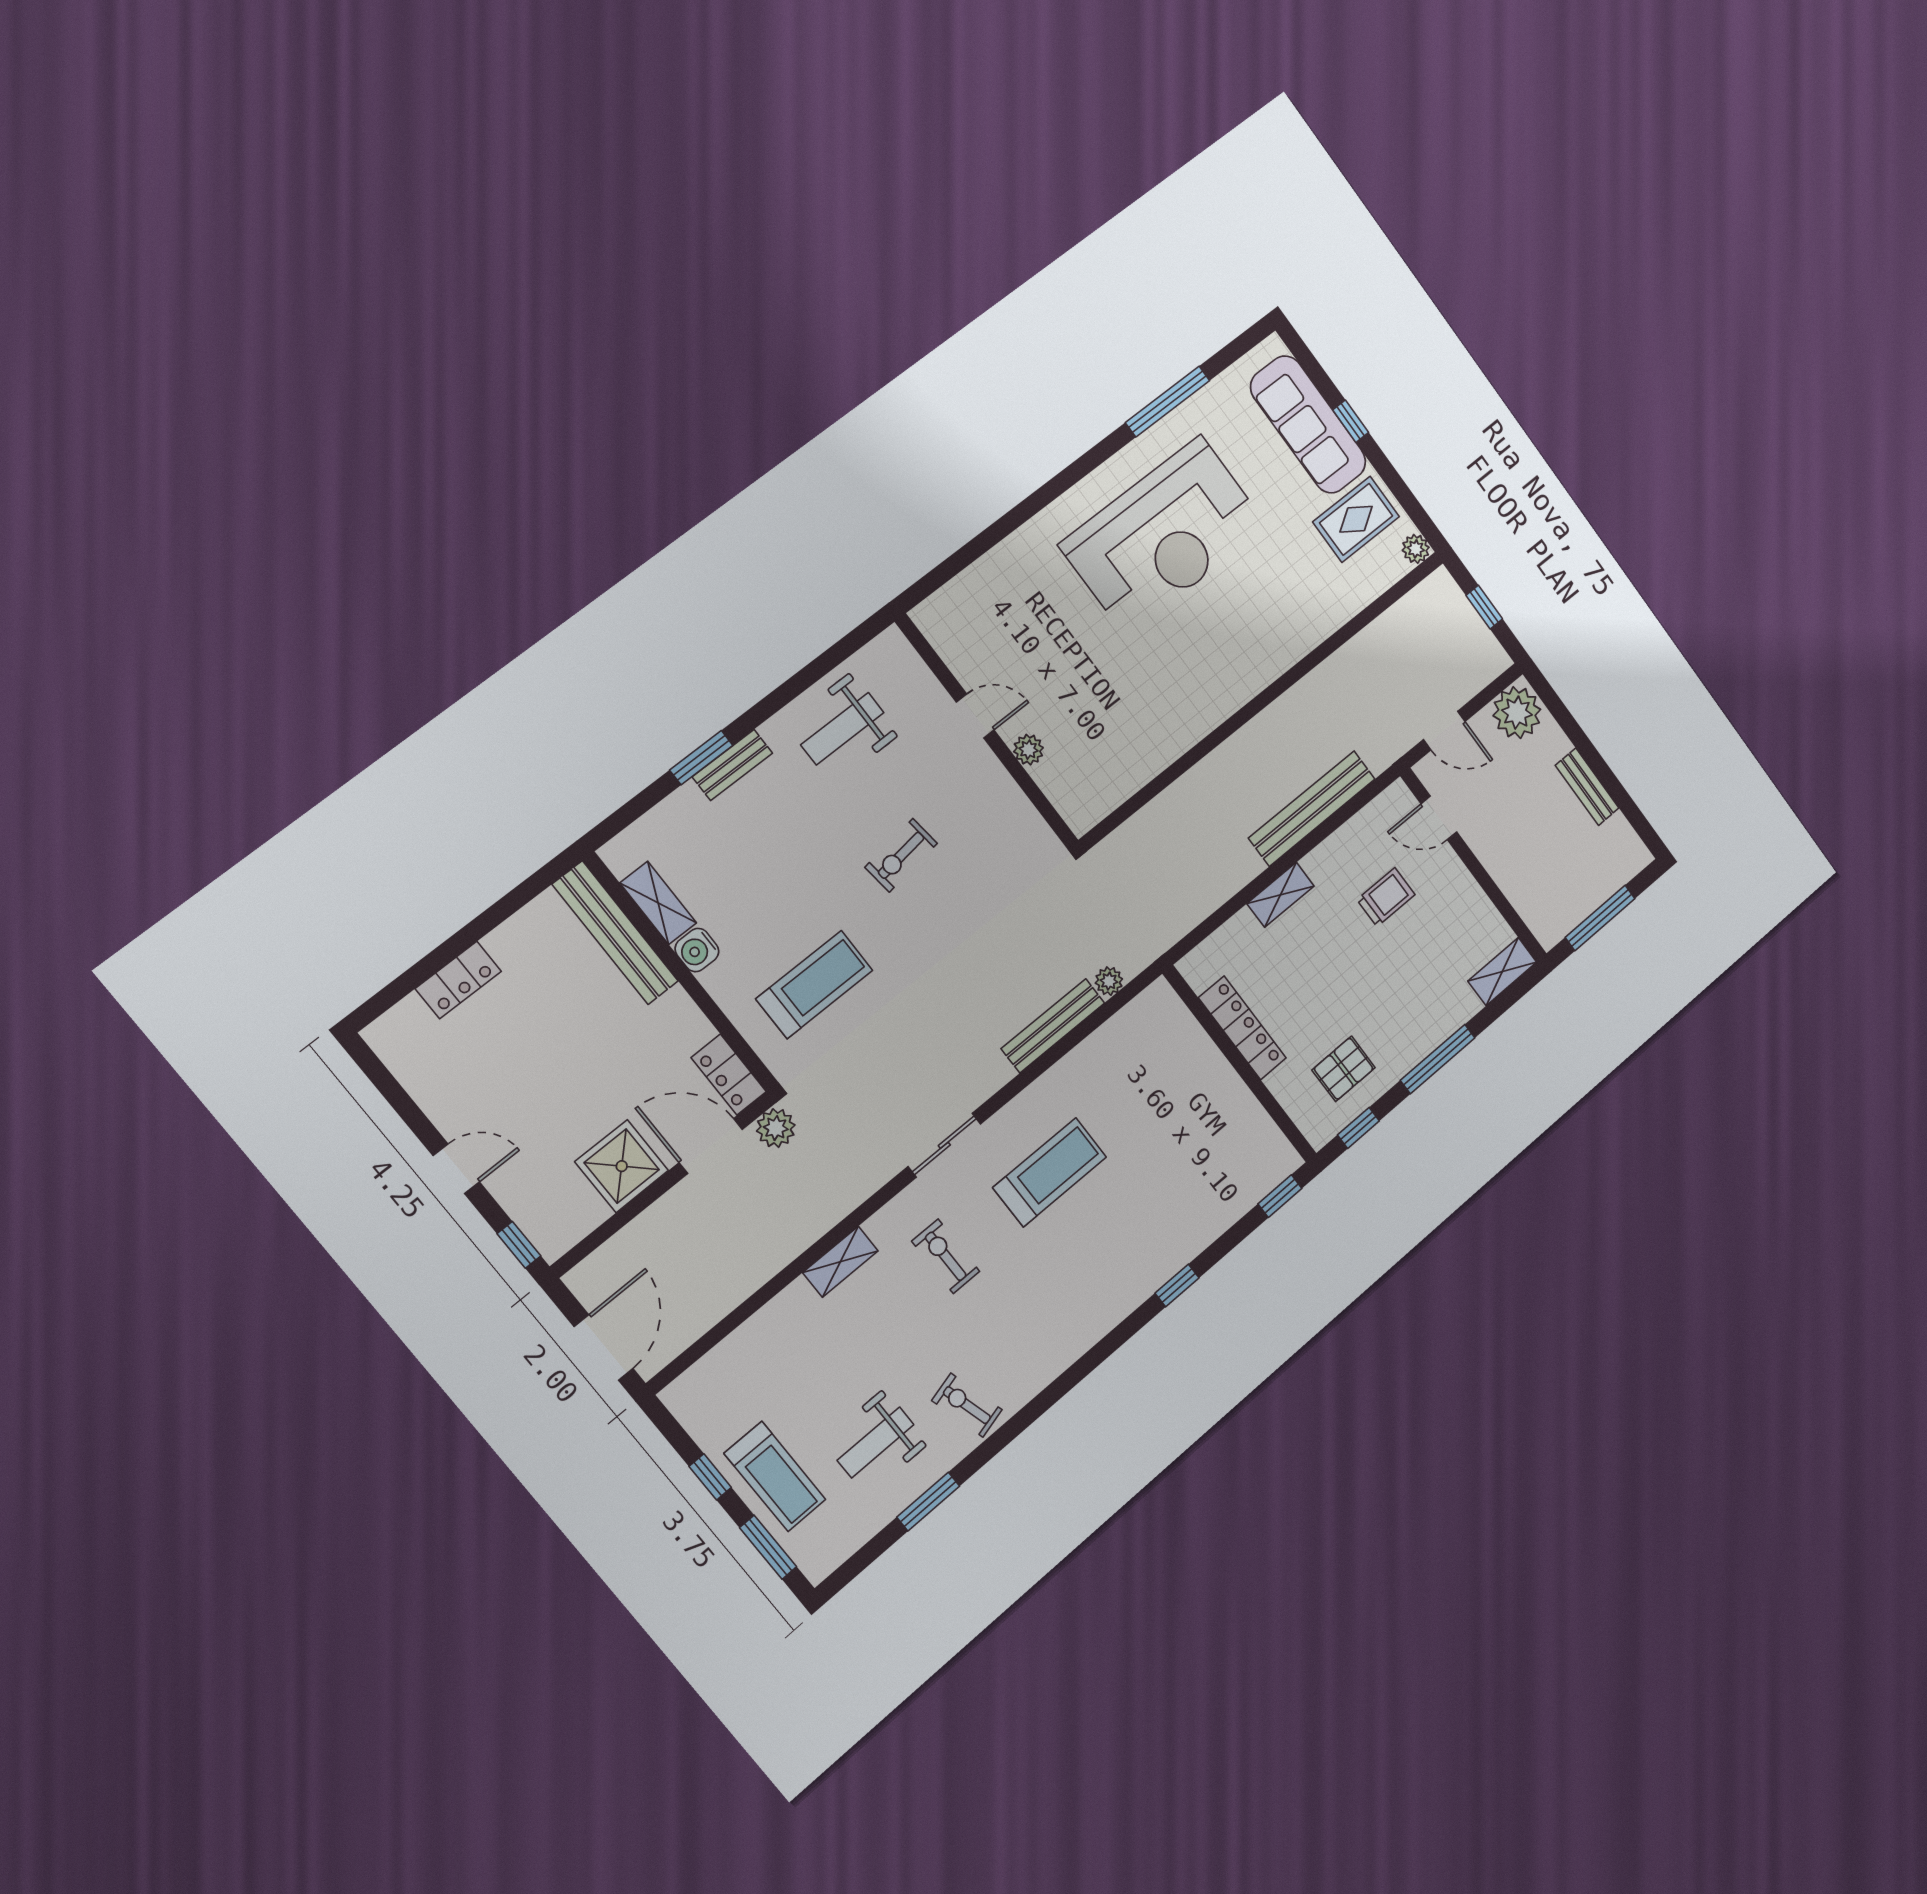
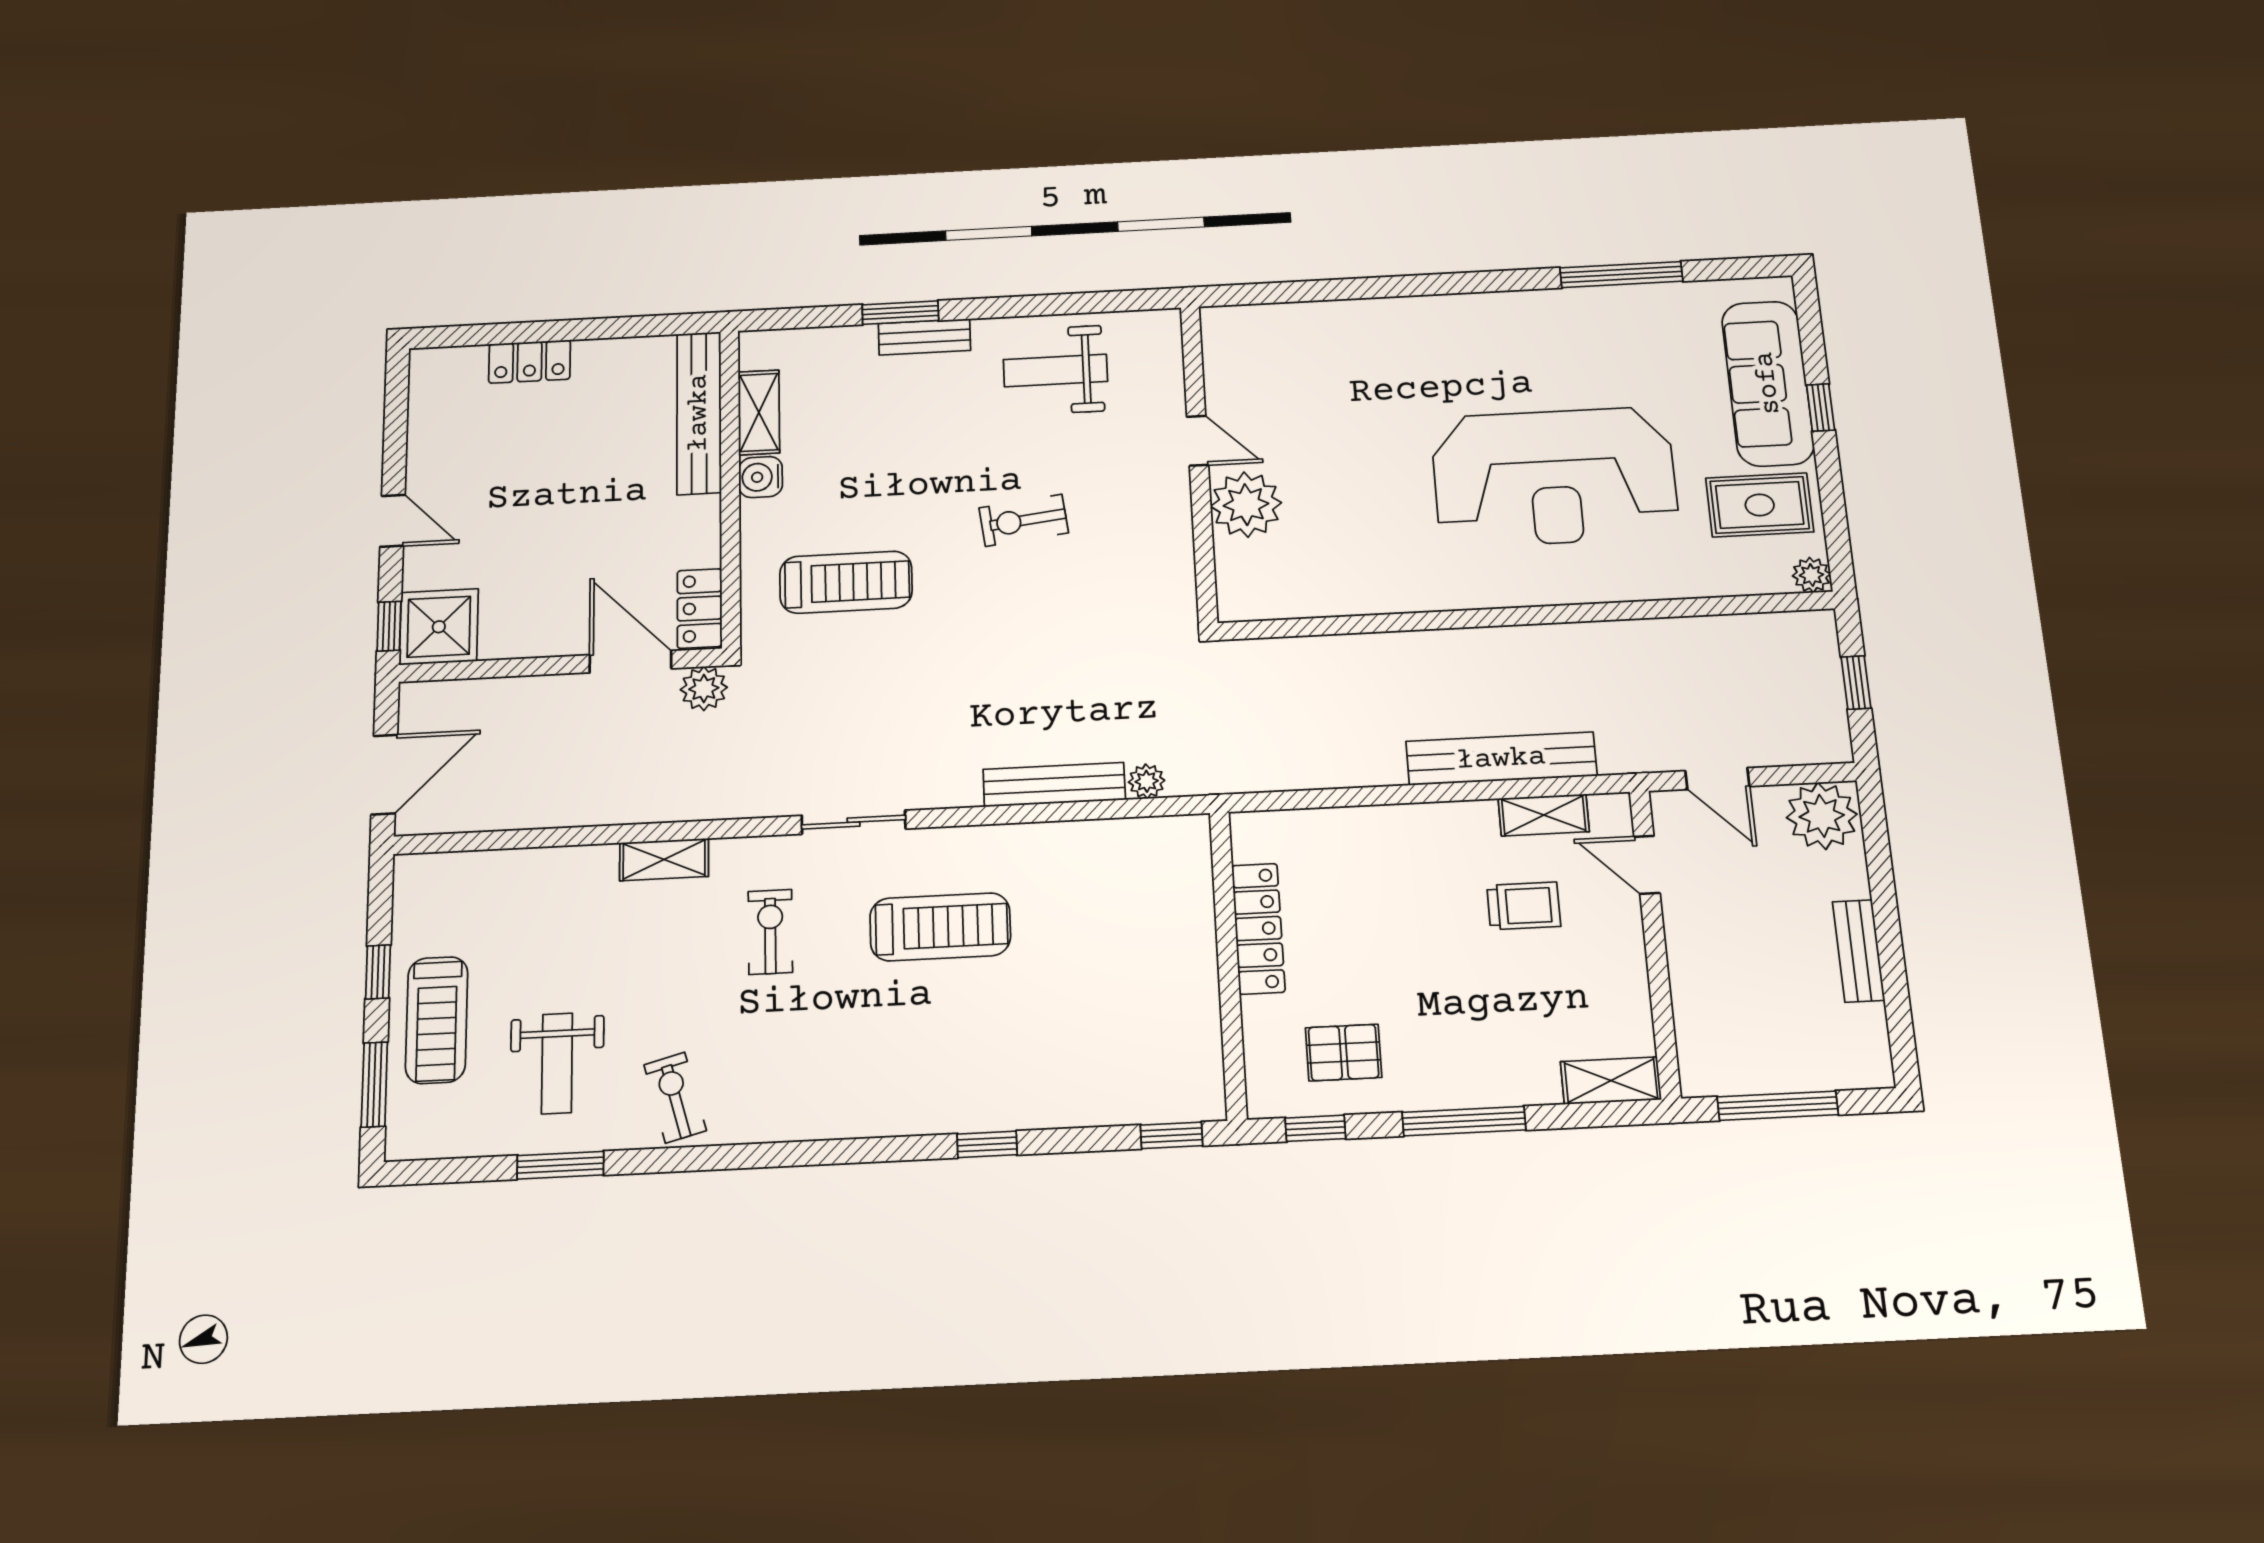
reception desk: (1164, 535) -> (1554, 477), moved
plant: (1028, 750) -> (1246, 505), width x1.87, depth x1.87
shelving: (1281, 895) -> (1544, 815), moved
shower: (622, 1166) -> (439, 627), moved
weight bench: (876, 1442) -> (557, 1063), turned -90

